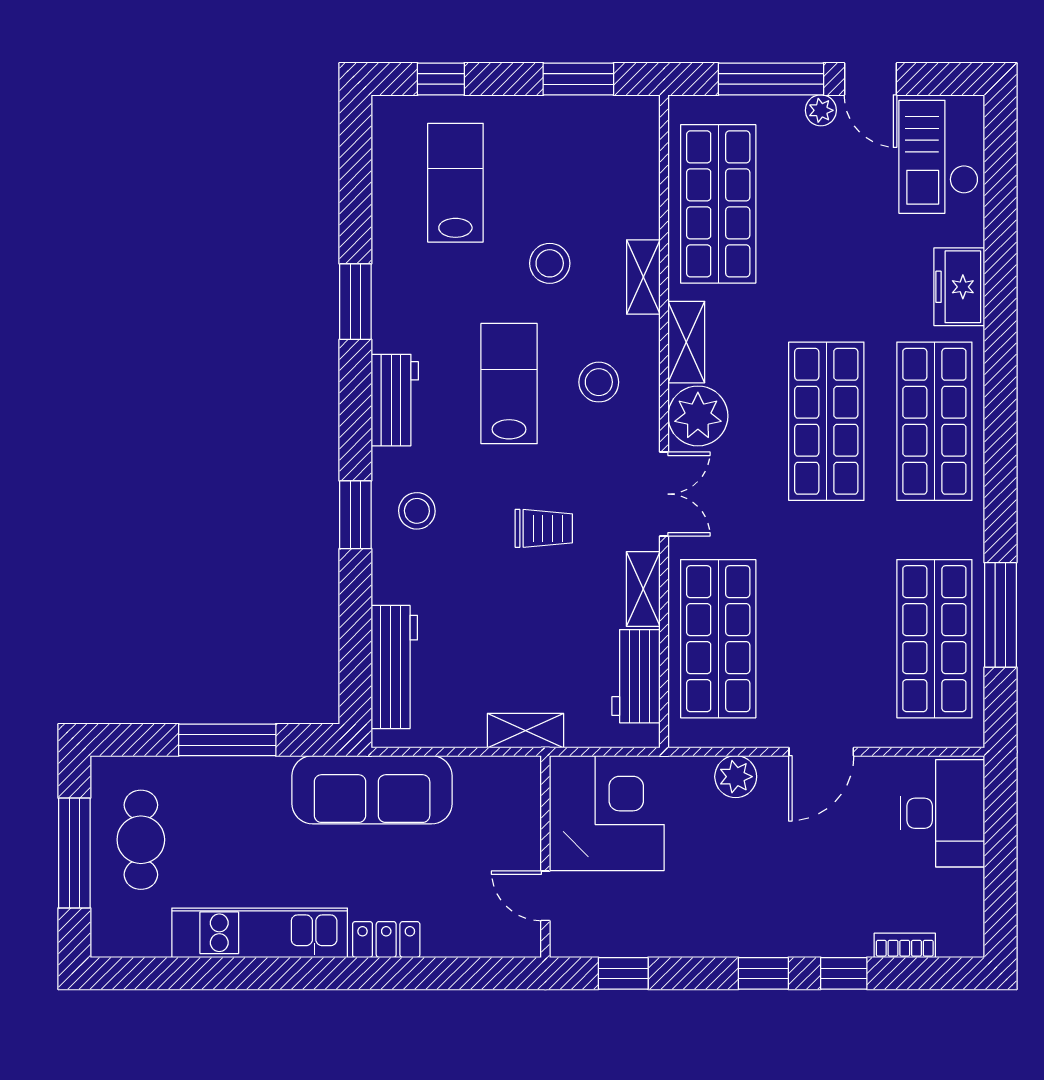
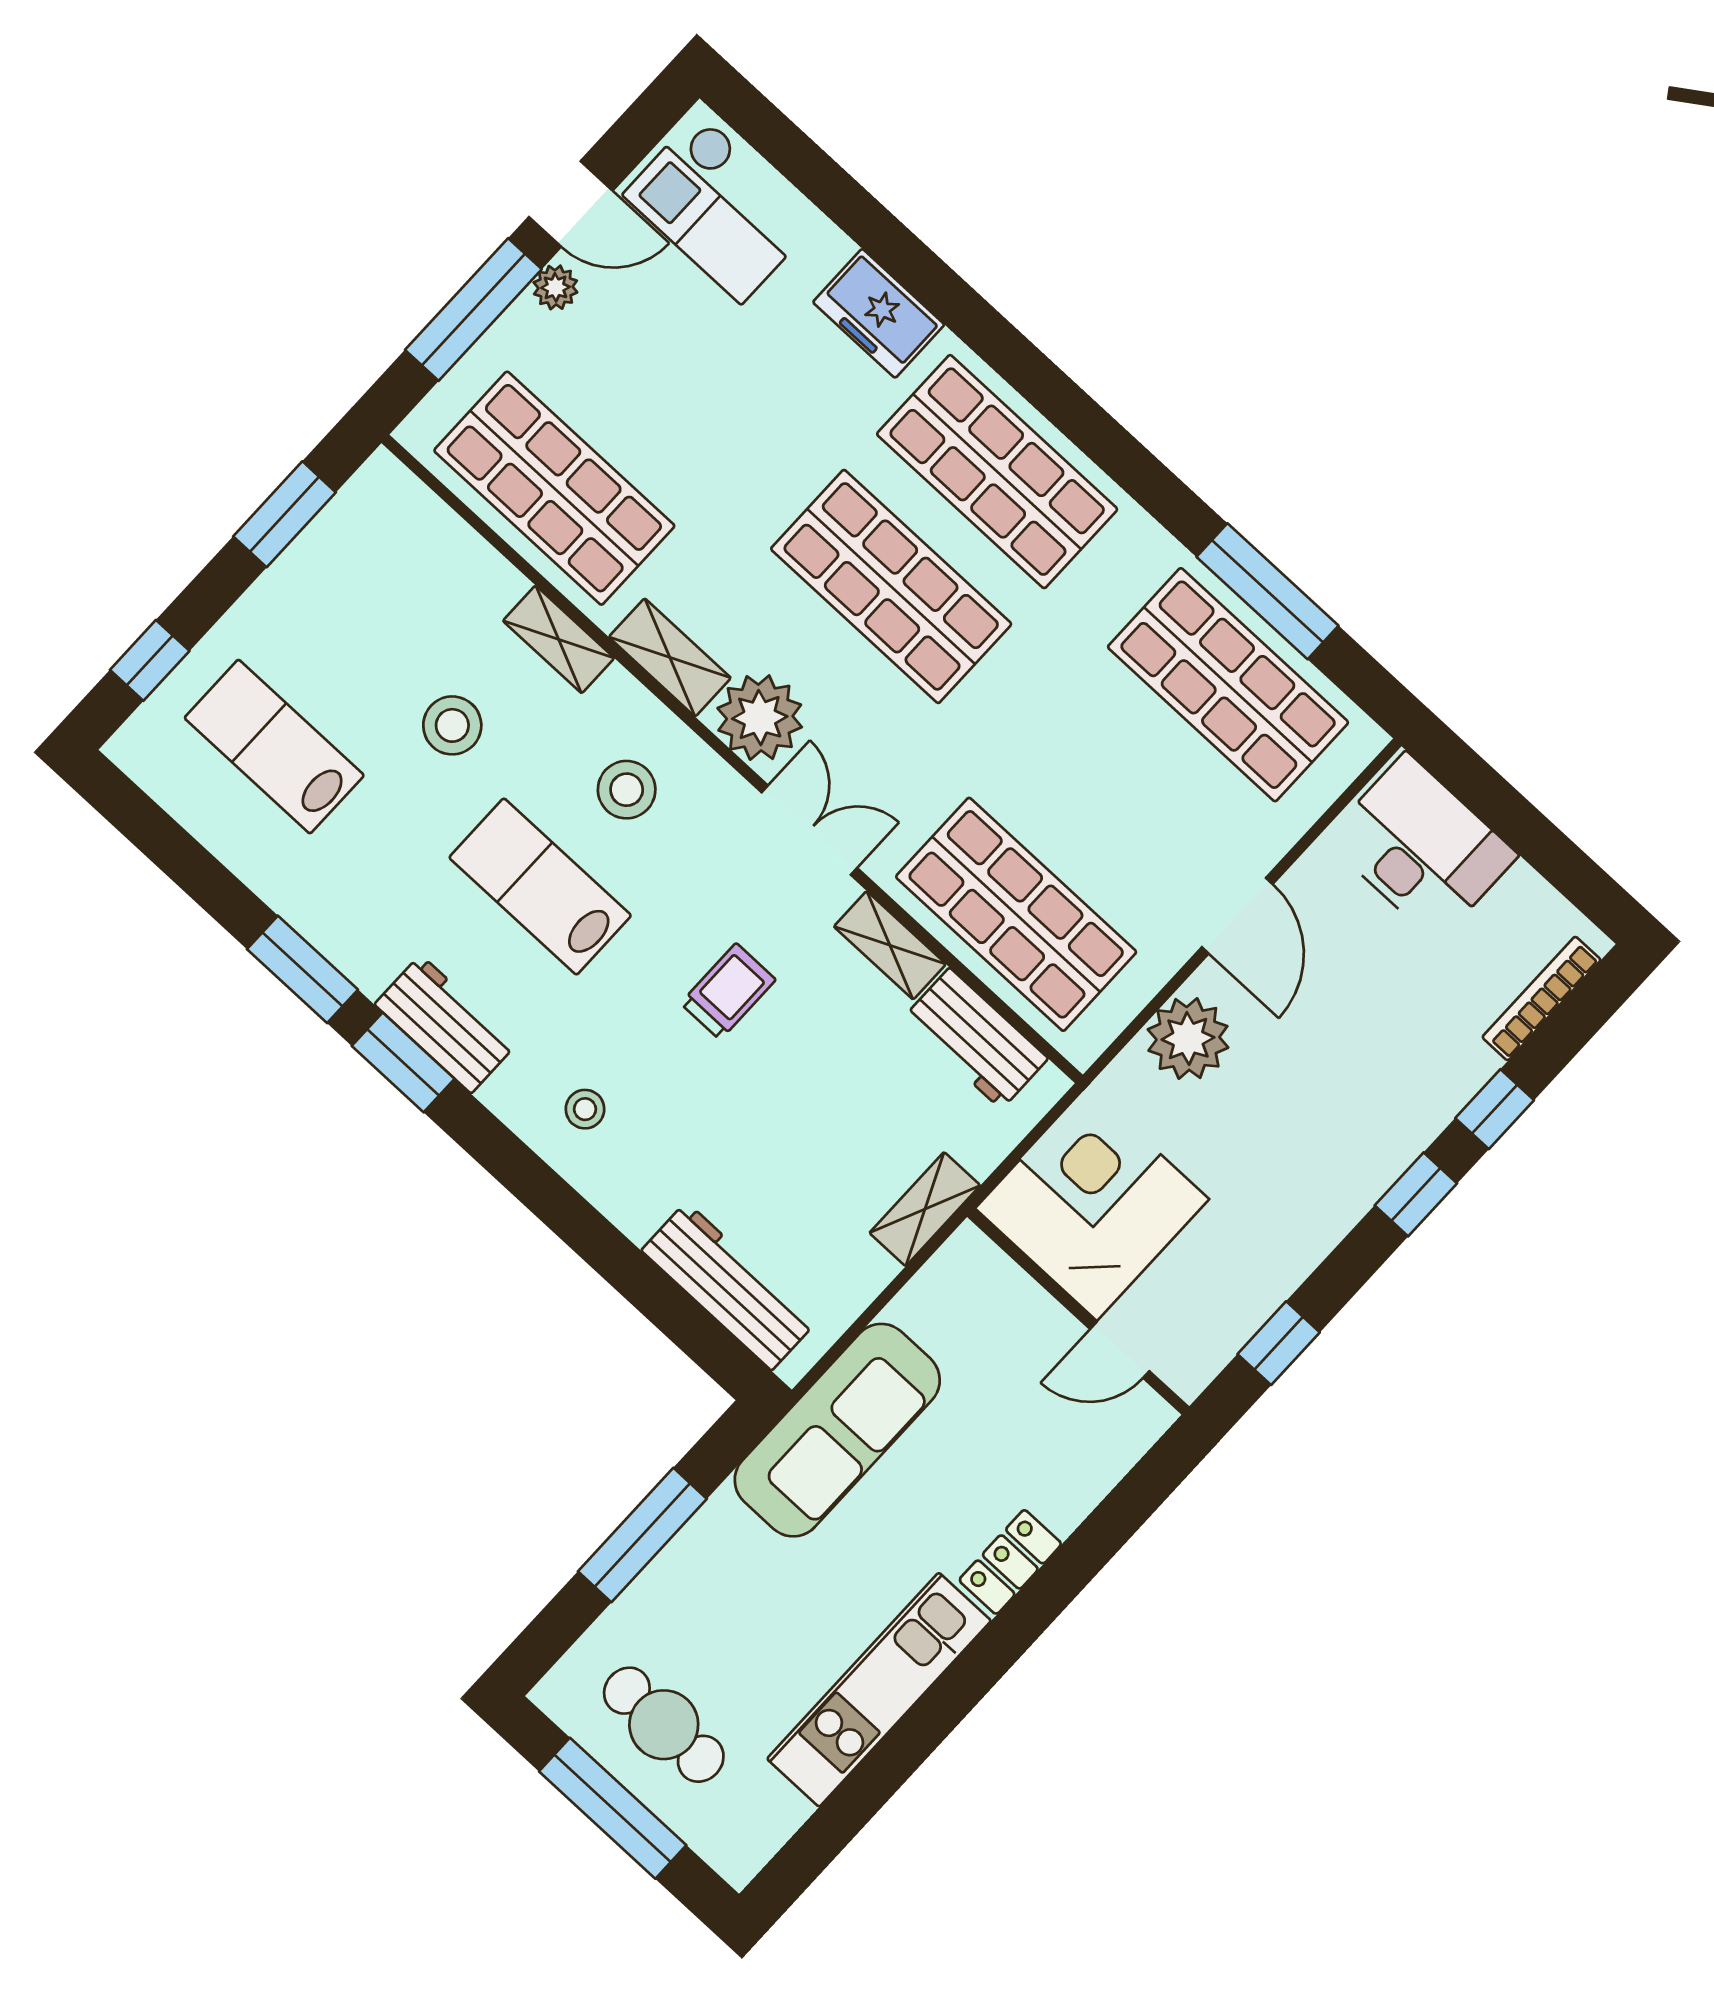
stool: (417, 511) -> (585, 1109), width x0.73, depth x0.73
window: (355, 515) -> (403, 1062), moved
plant: (736, 777) -> (1188, 1038), width x1.36, depth x1.36
bookcase: (905, 945) -> (1542, 999), width x1.56

